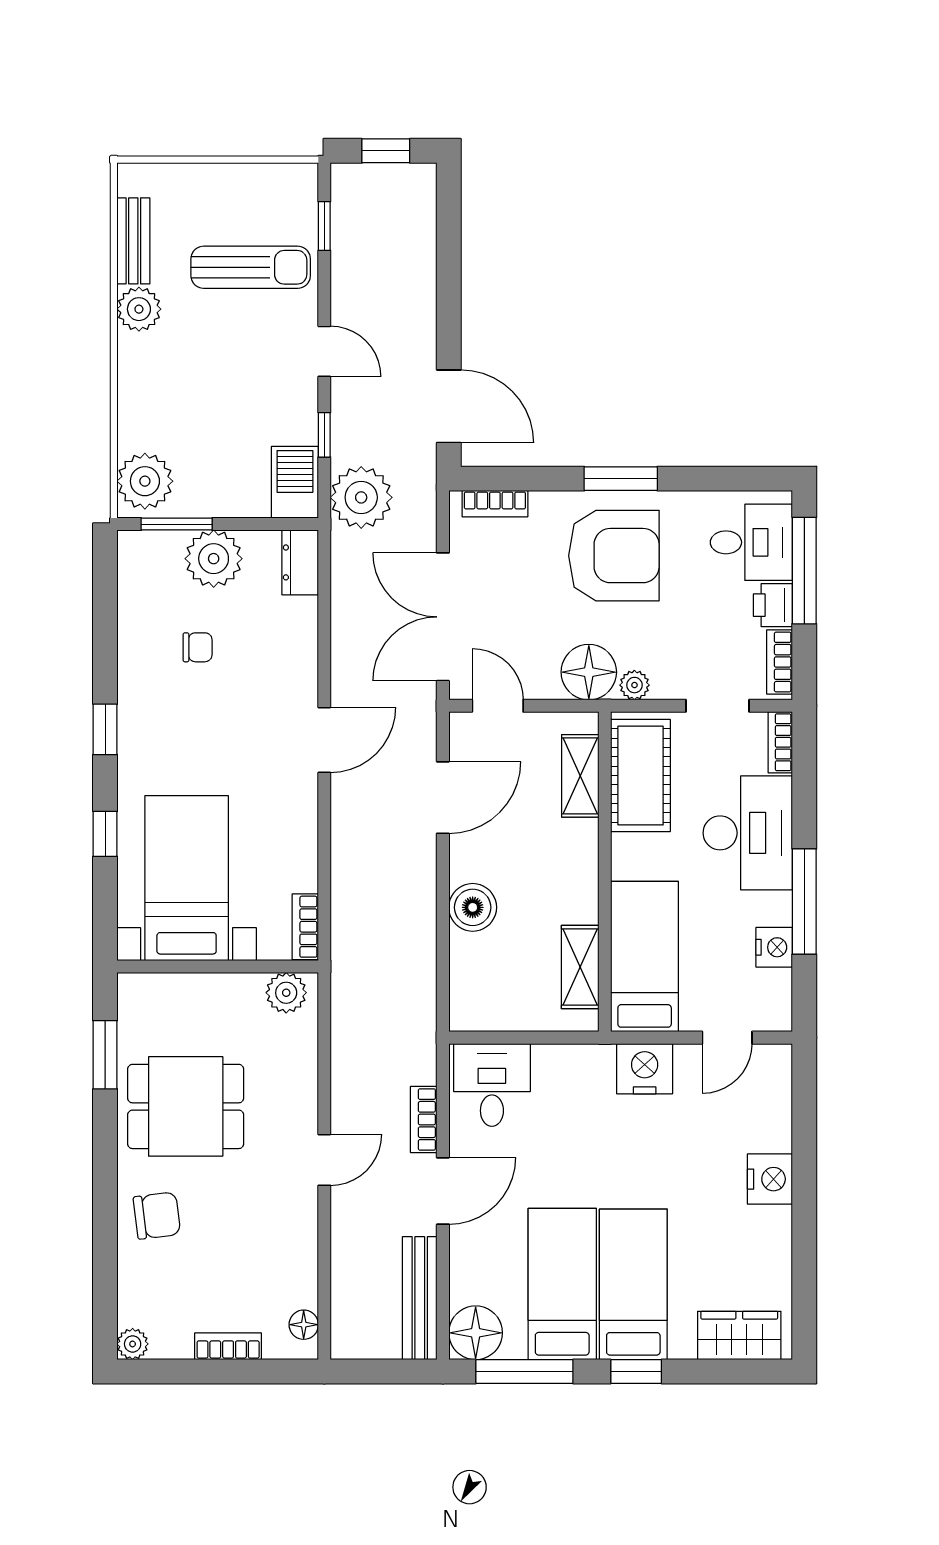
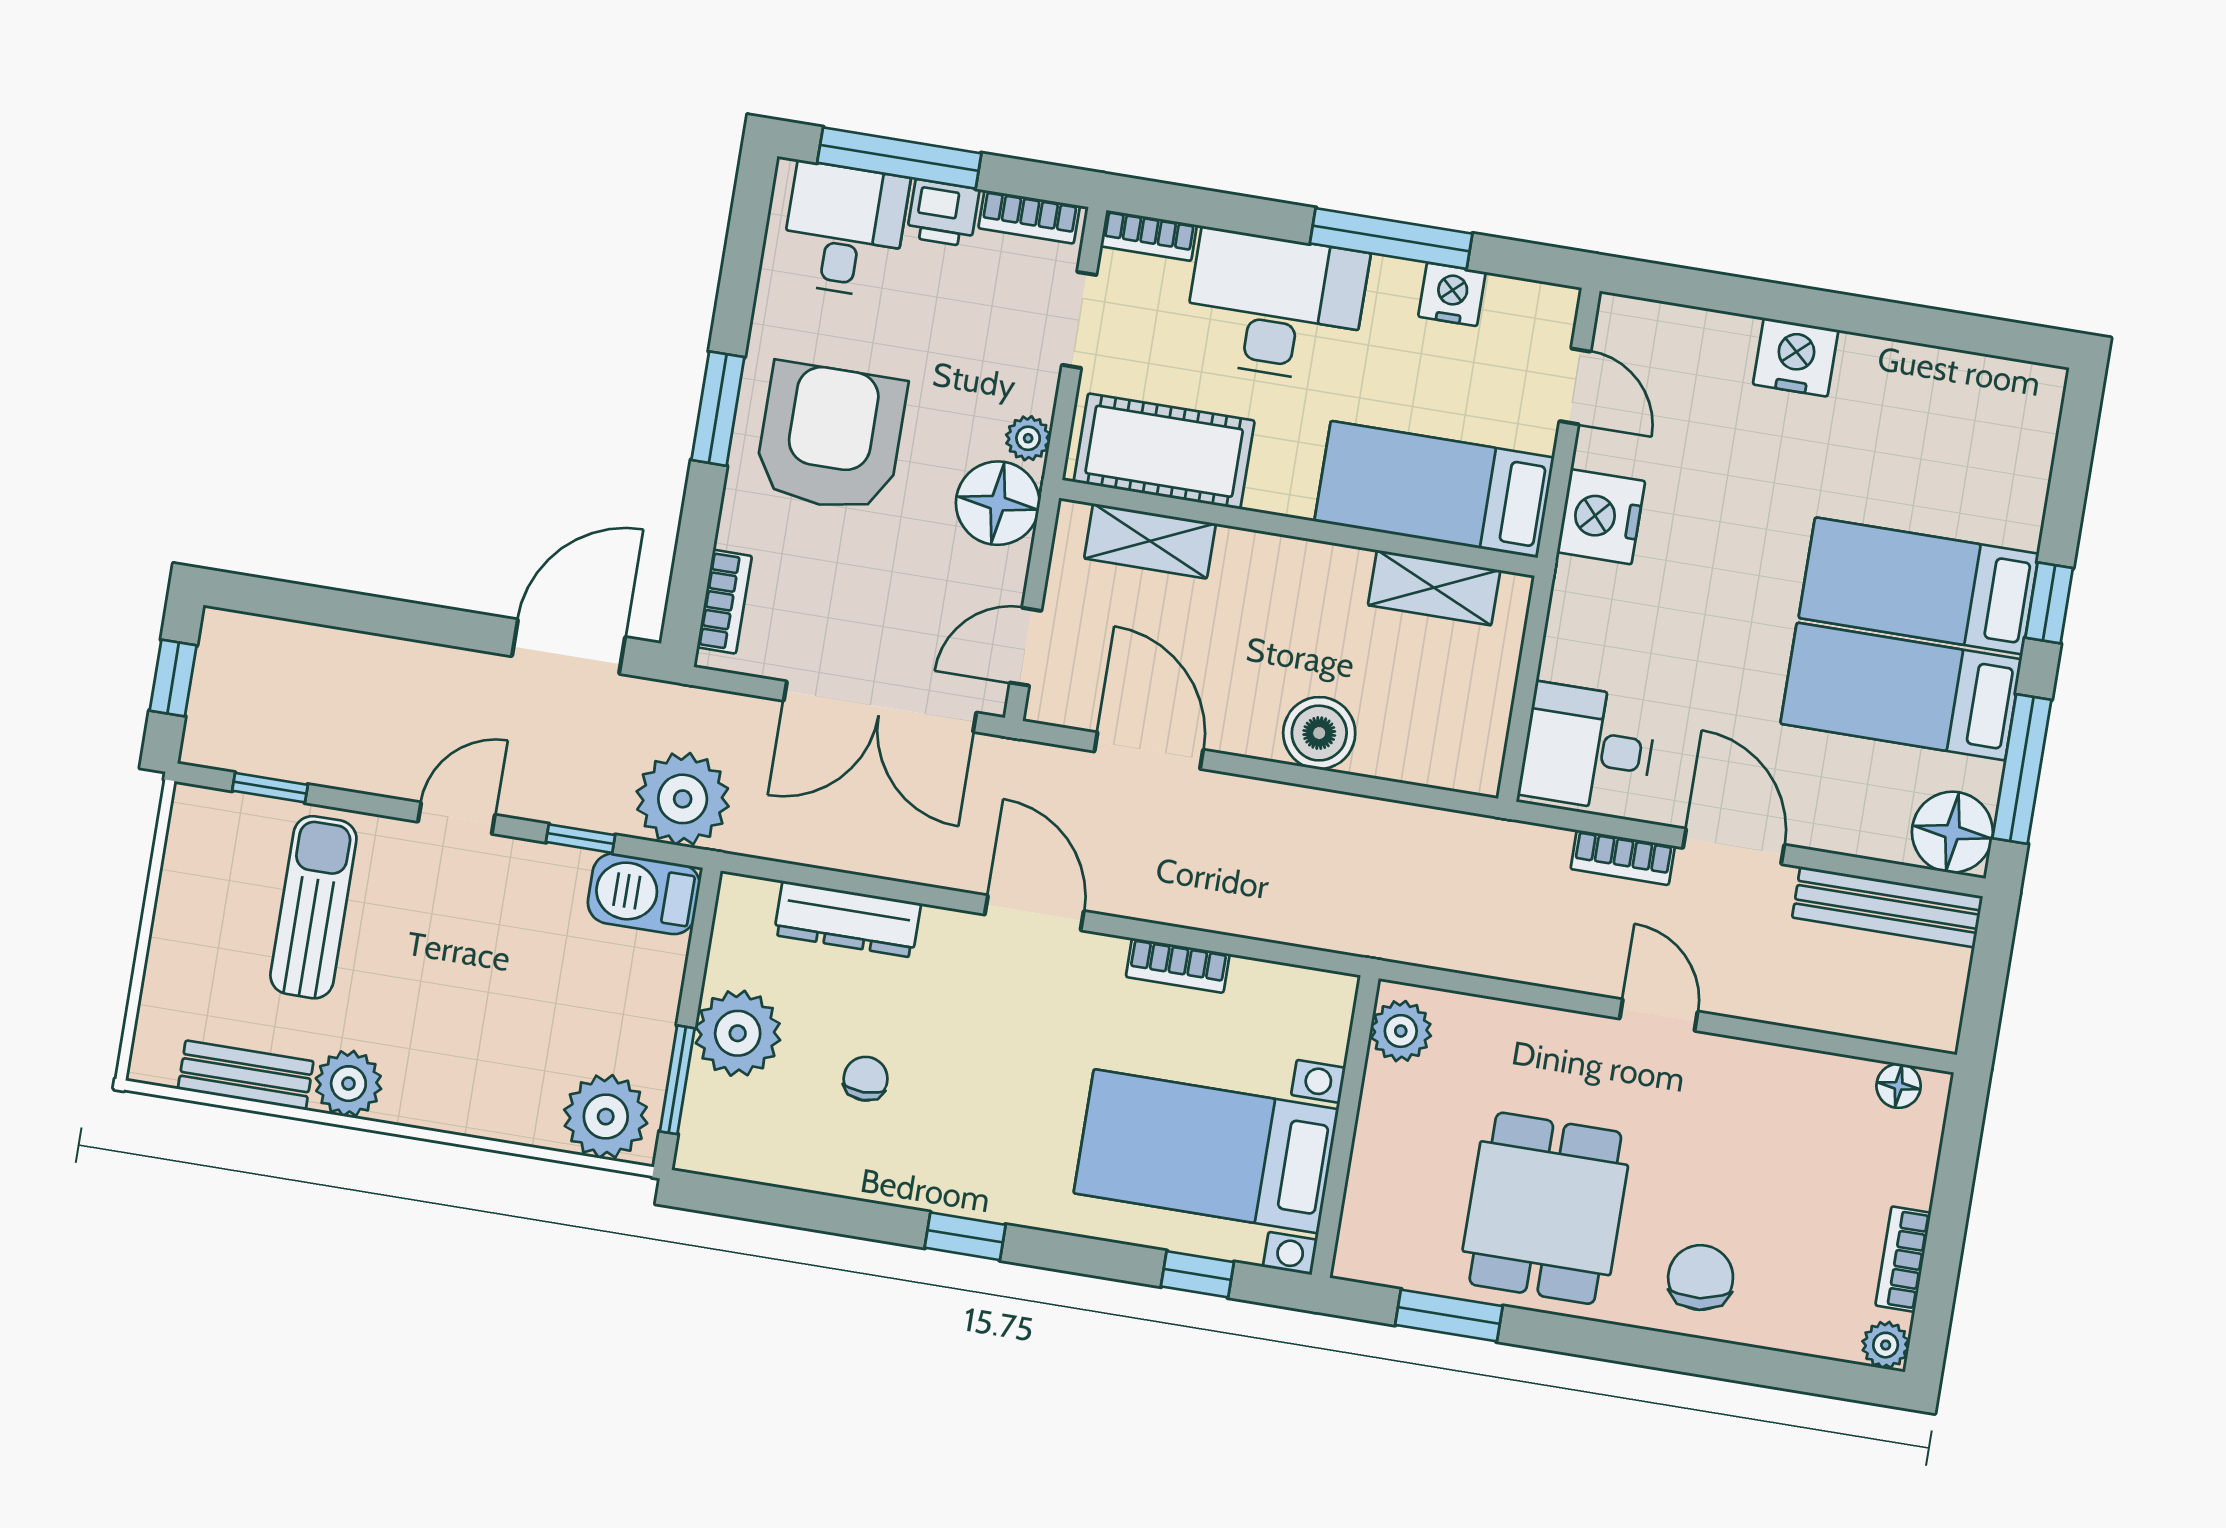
dresser: (300, 562) -> (847, 919), moved, width x1.44
window: (105, 834) -> (1197, 1274), moved
bookcase: (305, 927) -> (1178, 965), moved
wardrobe: (739, 1335) -> (2021, 441), removed
bookcase: (228, 1346) -> (1903, 1259), moved

